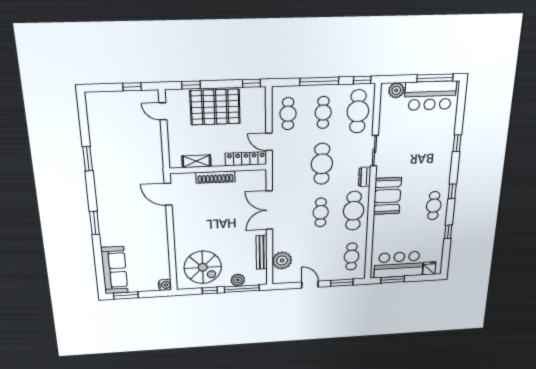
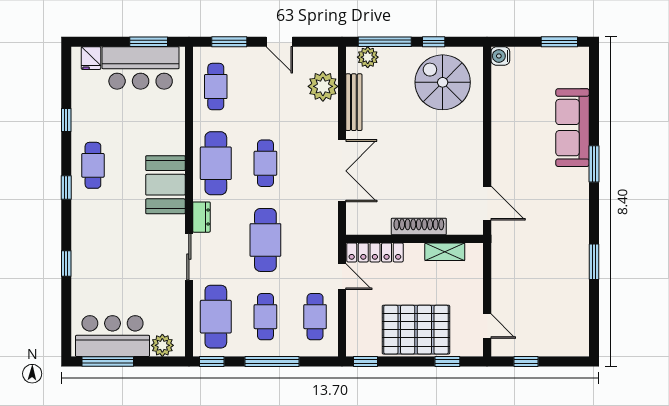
sofa: (114, 270) -> (573, 128), moved
plant: (238, 280) -> (368, 57), moved

